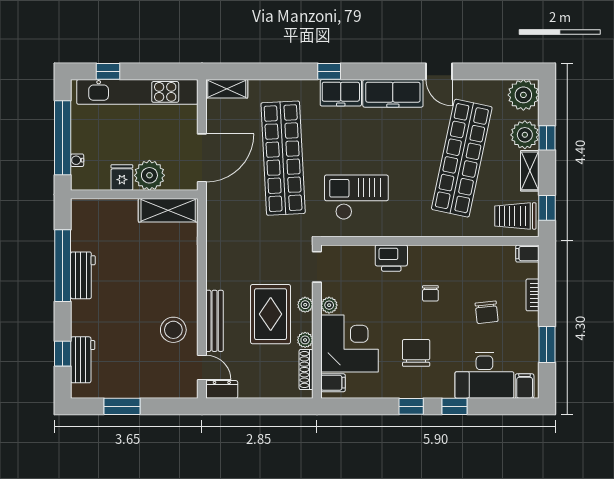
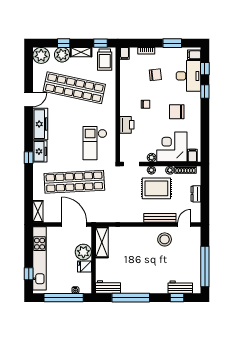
workbench: (83, 275) -> (108, 287), moved
dresser: (222, 389) -> (196, 194), moved
window: (122, 406) -> (205, 266), width x2.11
window: (411, 406) -> (205, 69), moved

